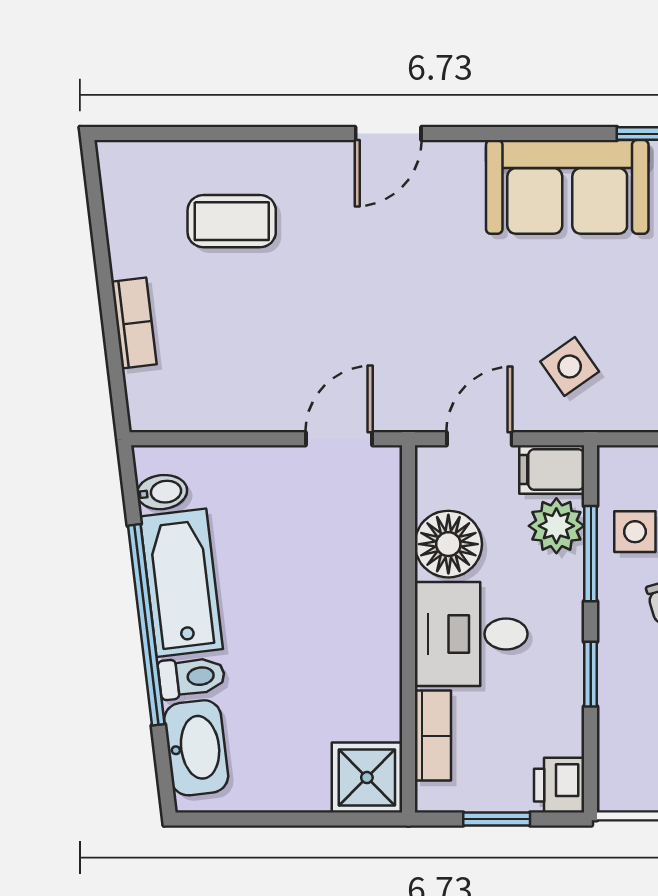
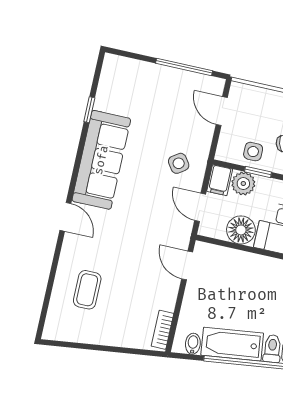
sofa: (567, 187) -> (101, 160), width x1.36
bookcase: (134, 323) -> (162, 330), moved, turned -83
window: (591, 554) -> (258, 172), width x0.67

